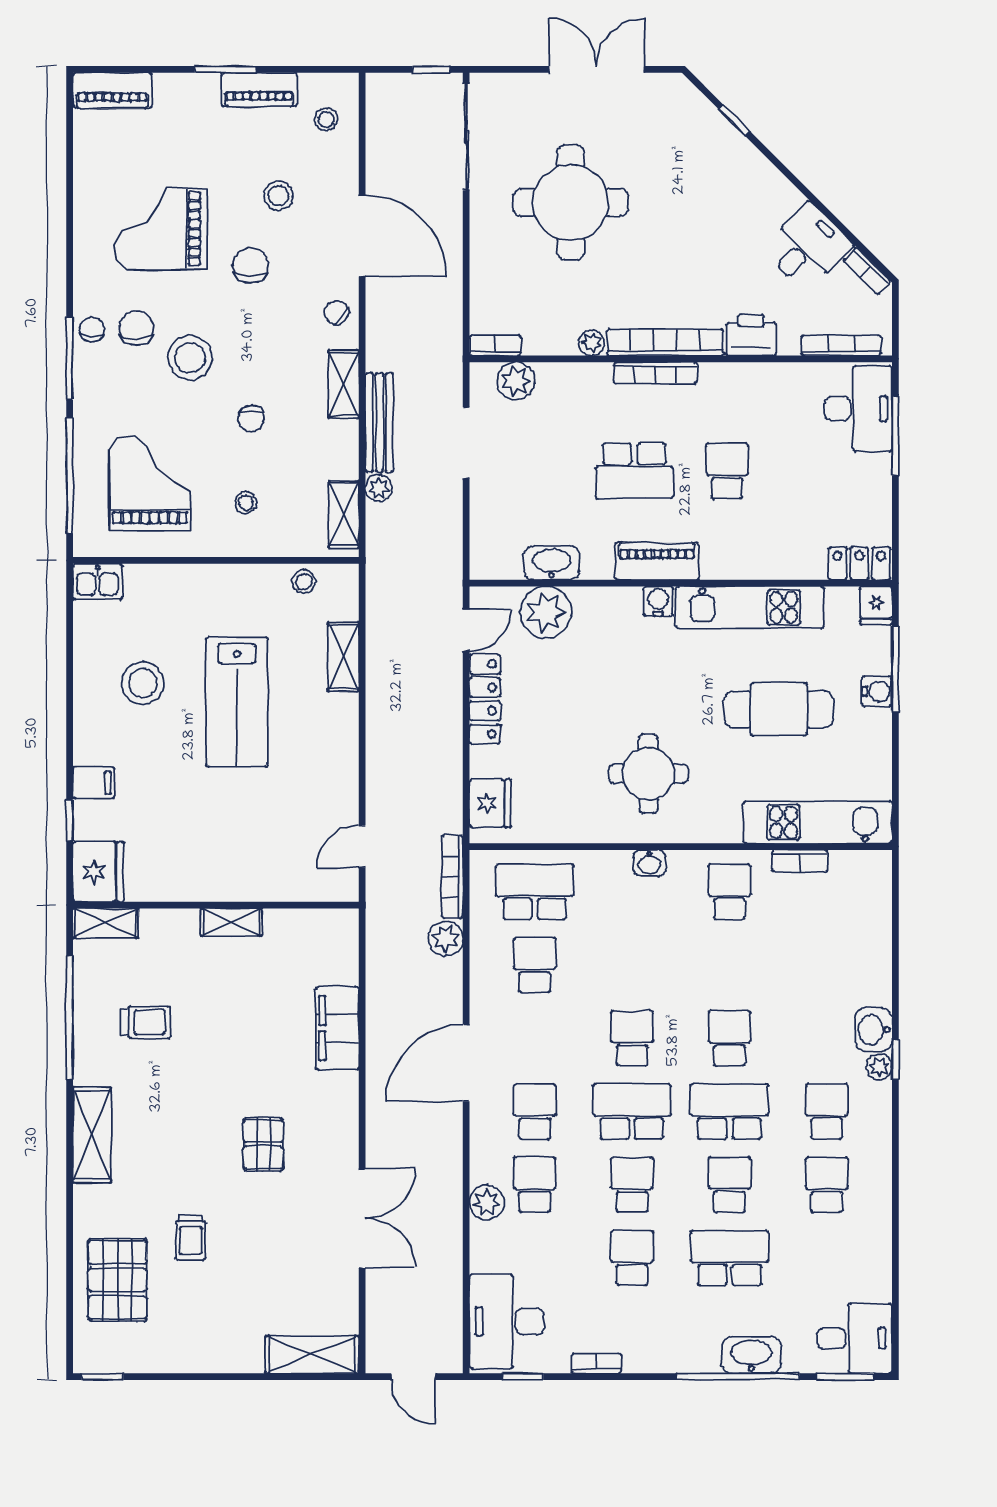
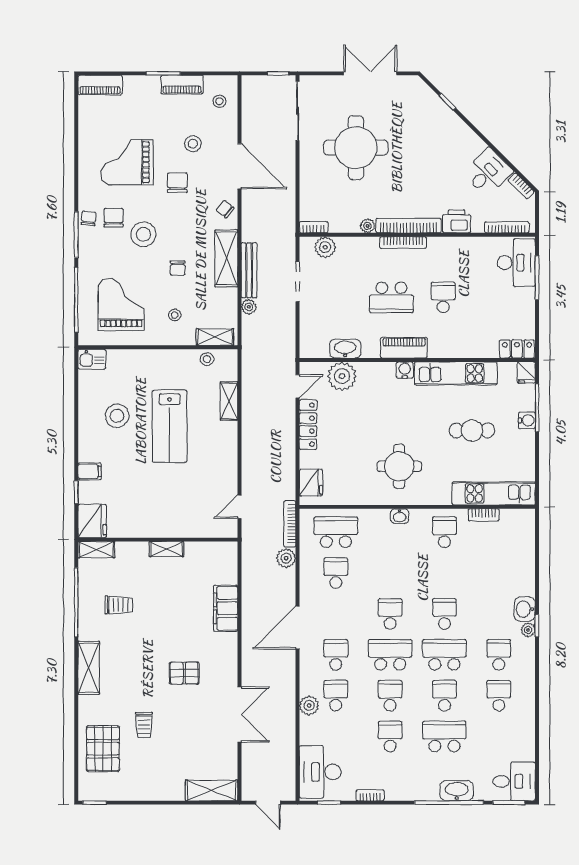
shelving: (344, 384) -> (226, 258), width x1.50, depth x1.33
shelving: (344, 514) -> (215, 337), moved, turned 90
cafe table: (779, 709) -> (472, 430), width x0.73, depth x0.74
pallet: (263, 1144) -> (184, 673), turned 90

